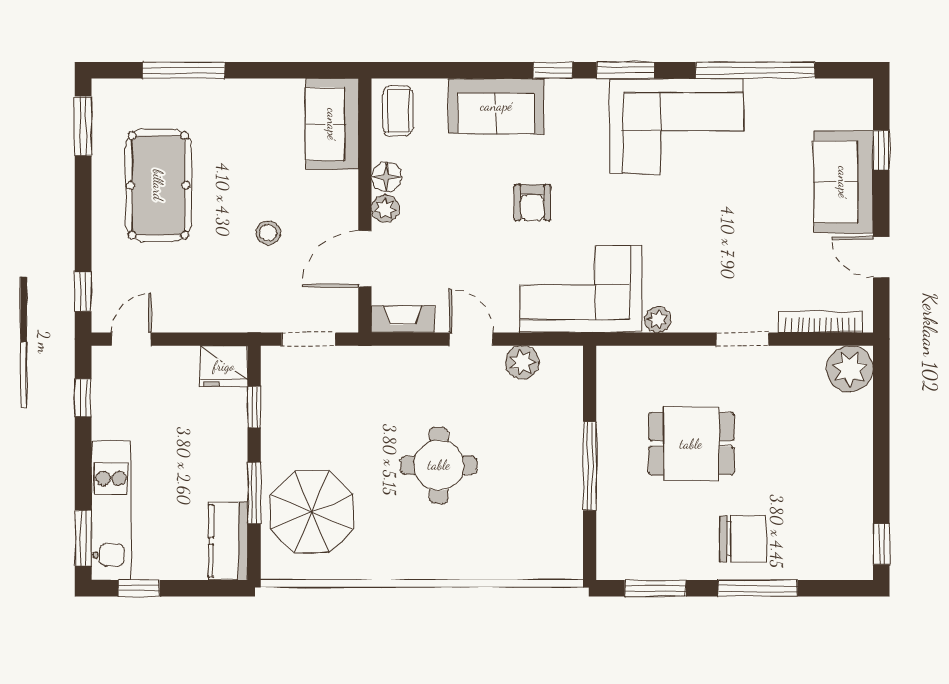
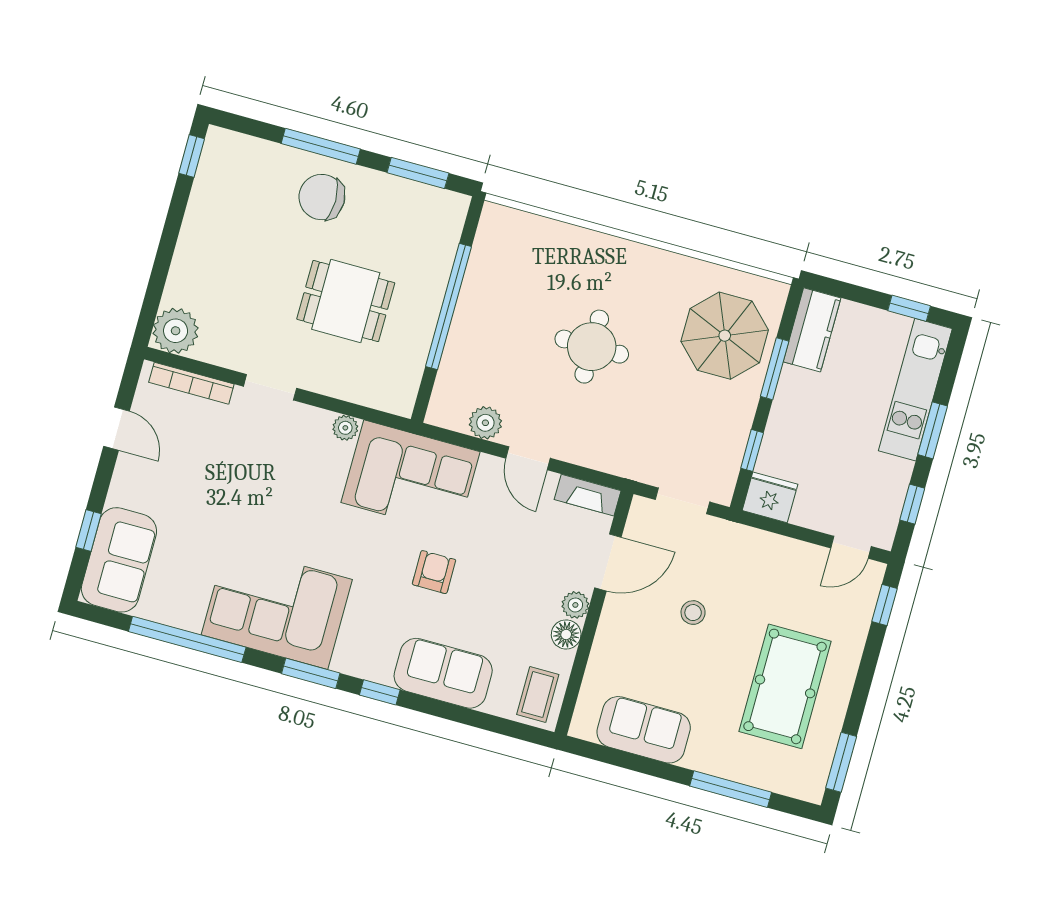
sofa: (332, 124) -> (644, 730), moved, turned -90
sofa: (843, 182) -> (119, 560), moved
window: (590, 466) -> (448, 307), width x1.46
window: (83, 538) -> (933, 430), moved

